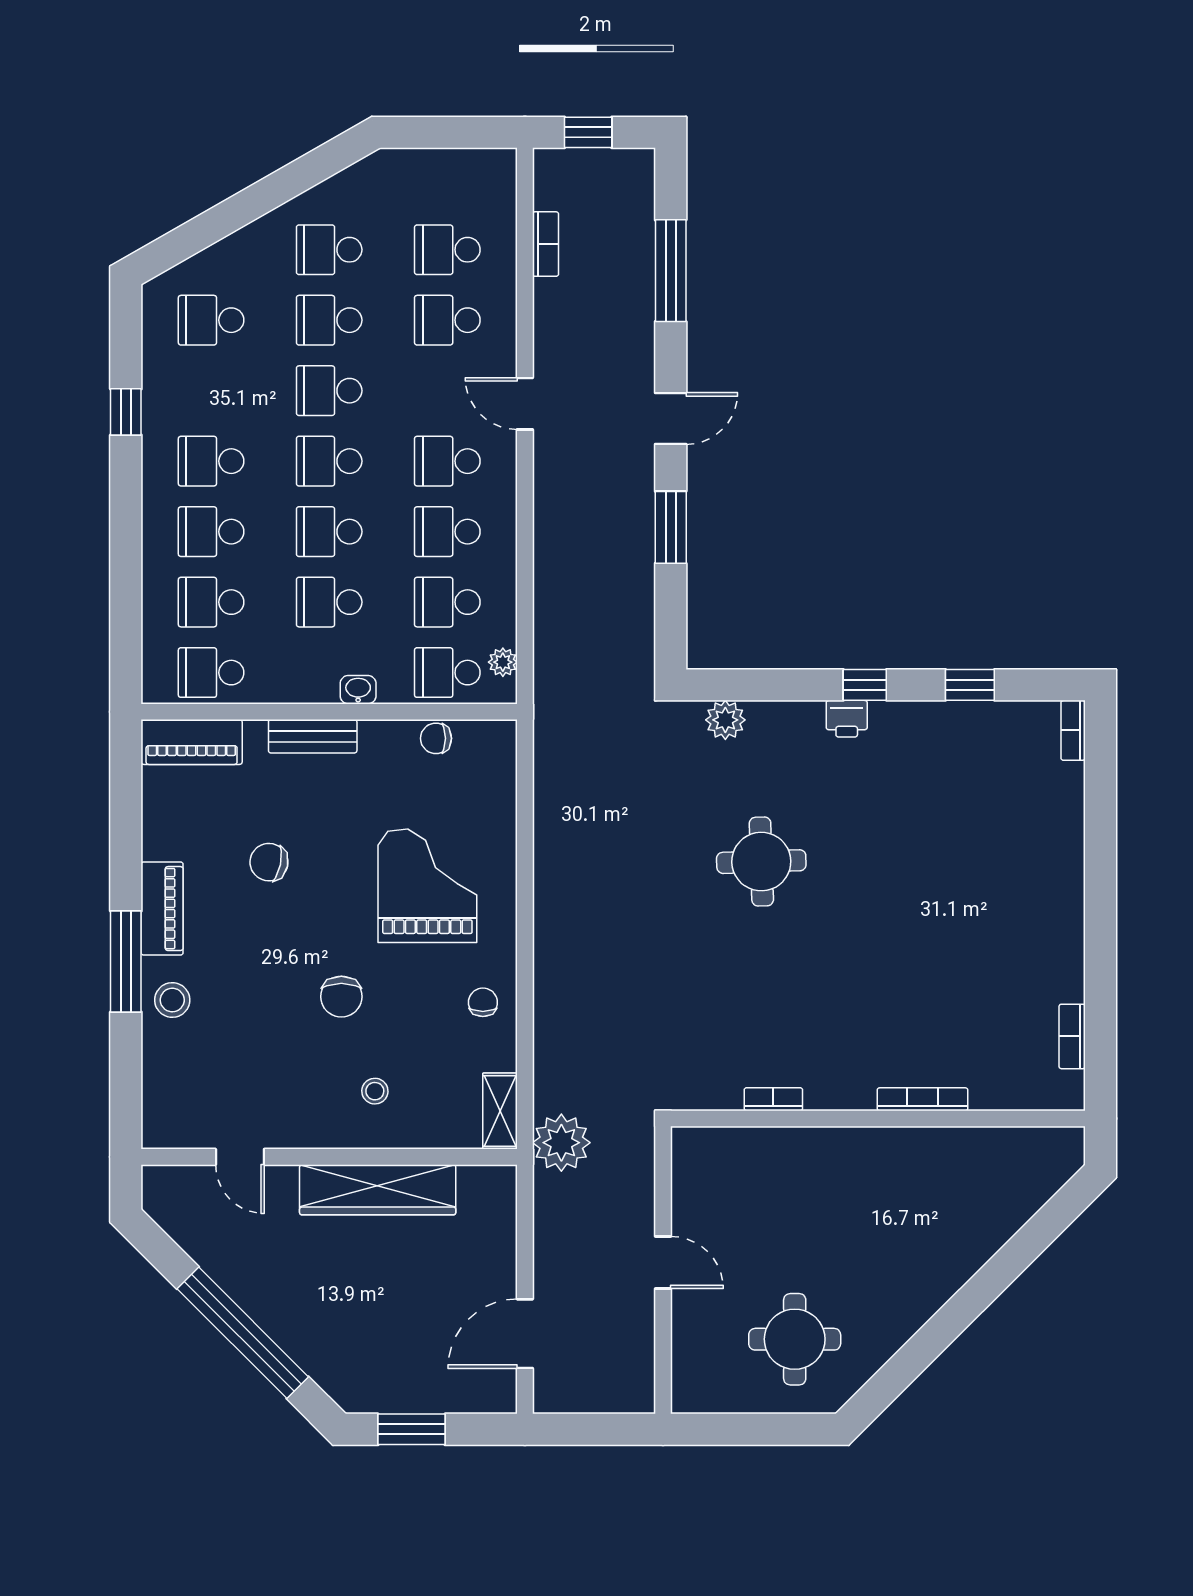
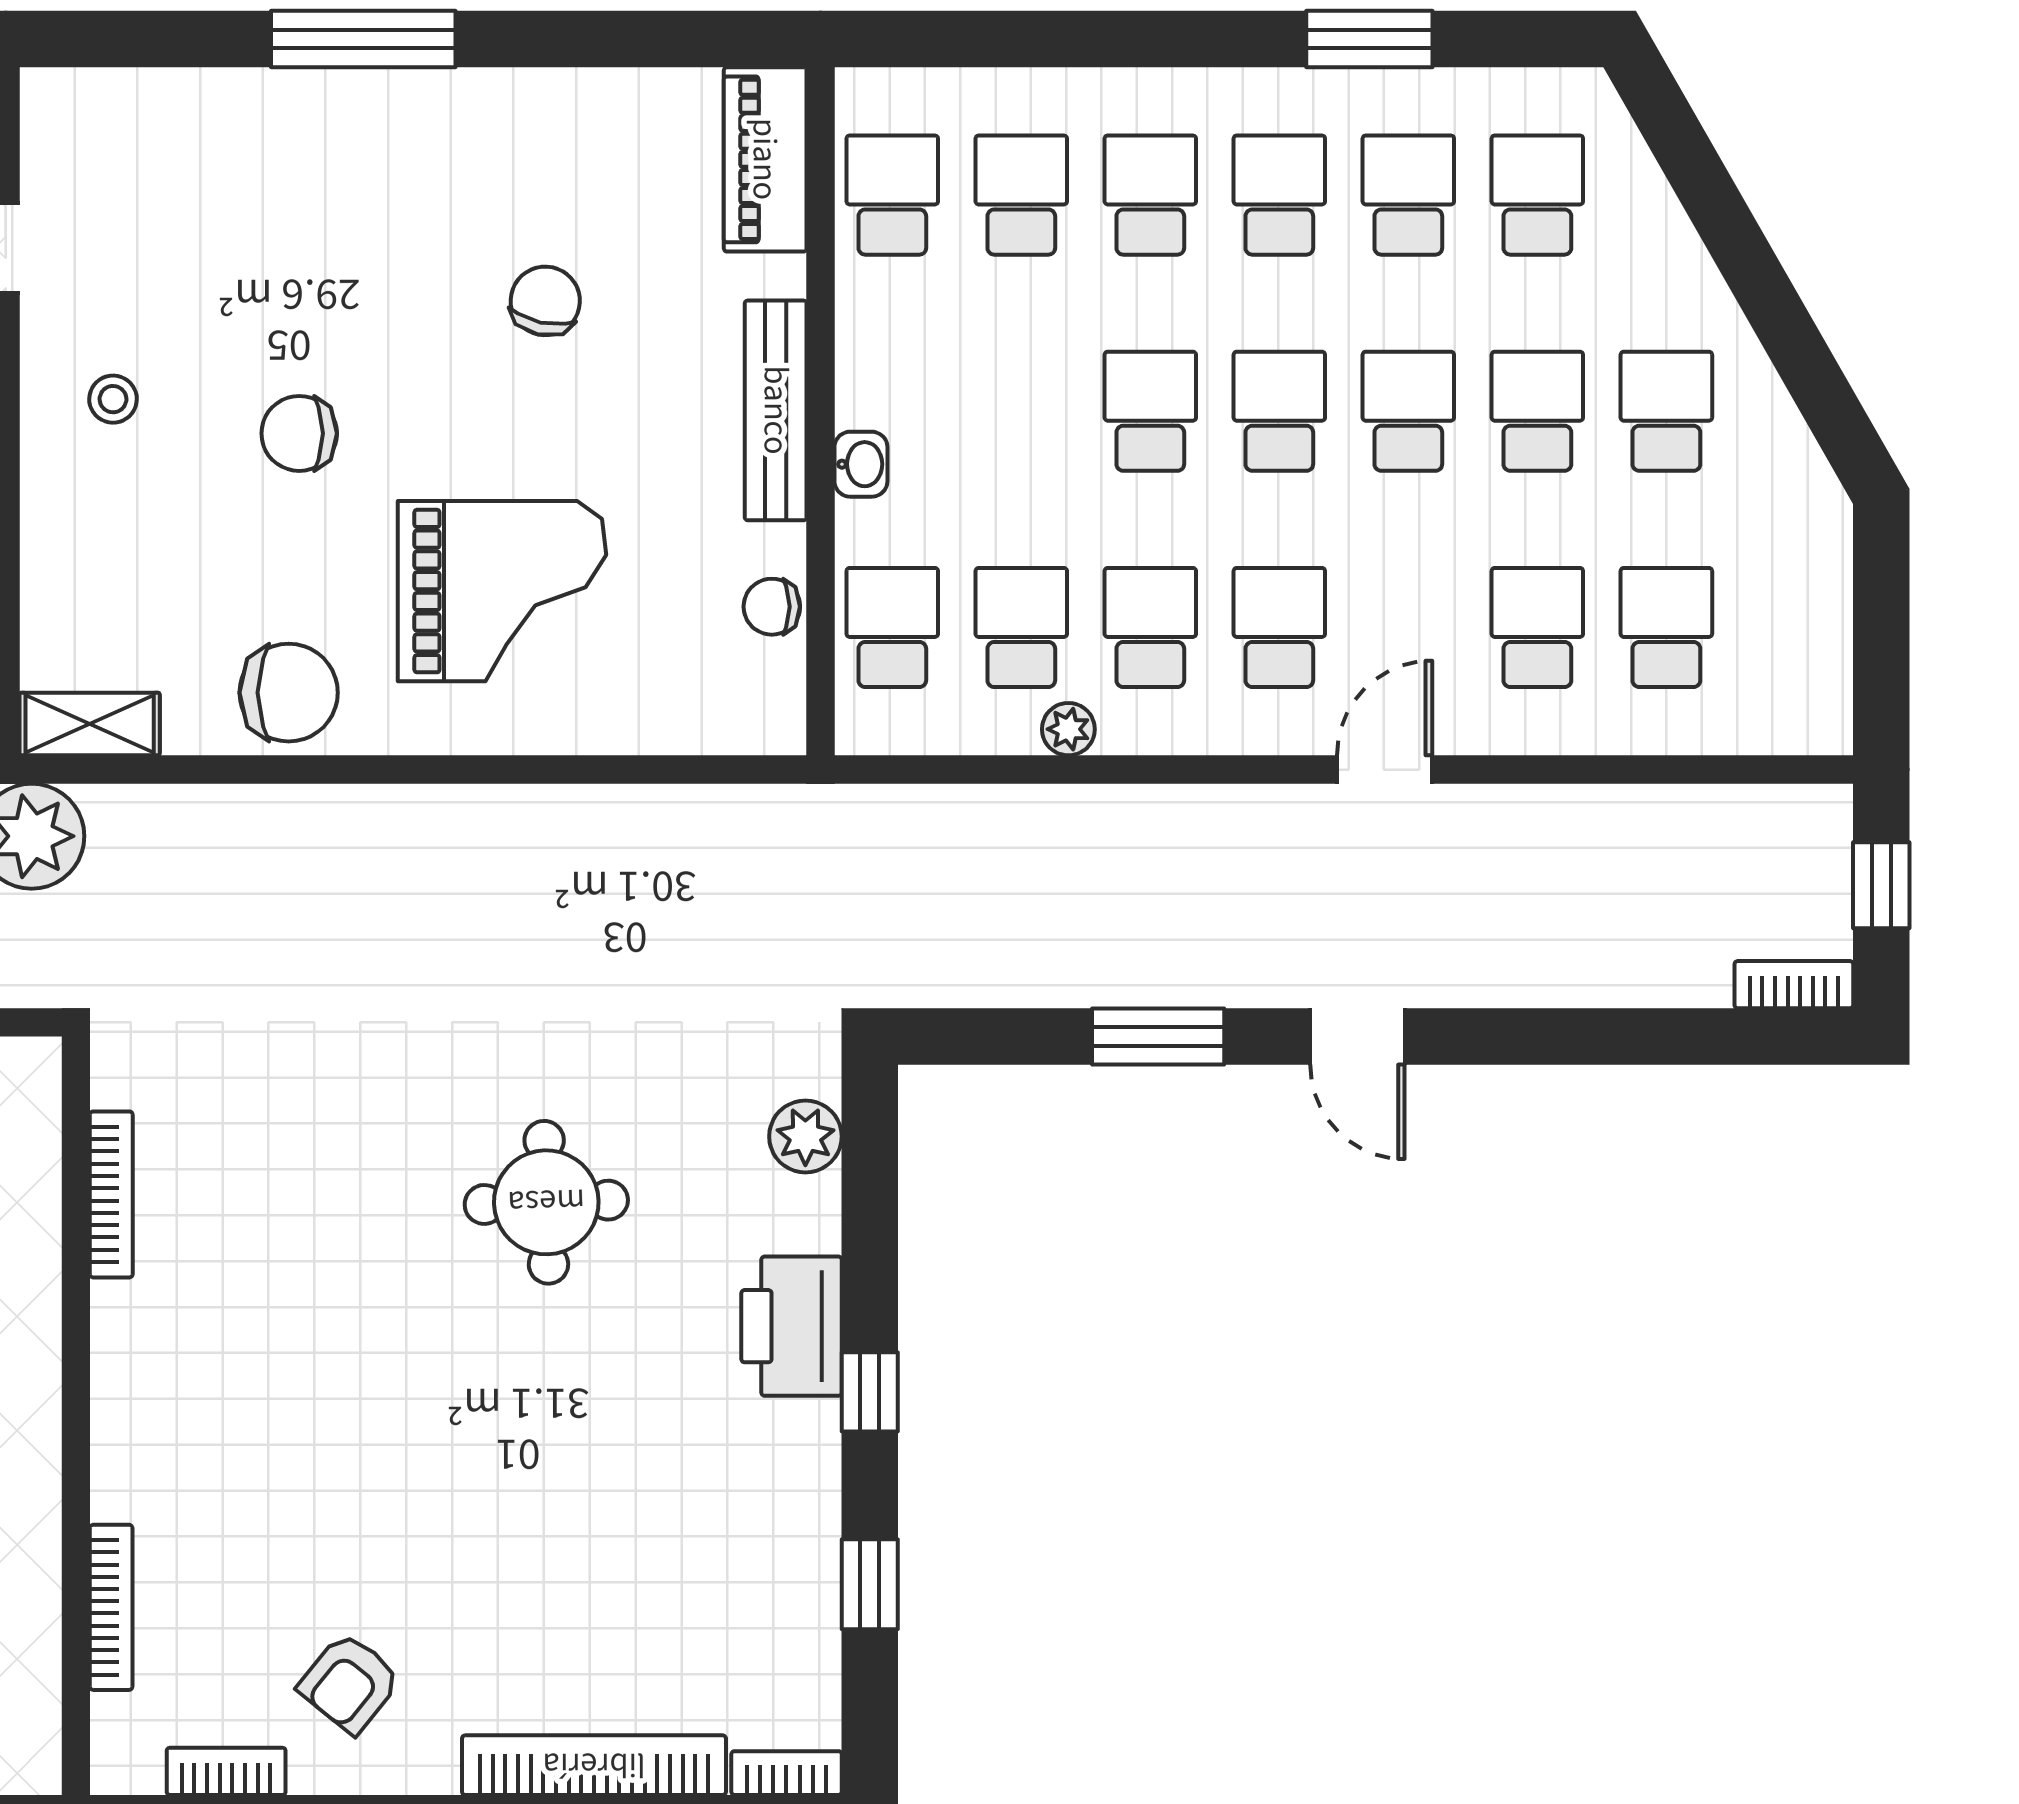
bookcase: (546, 244) -> (1794, 985), moved, turned 180
window: (671, 271) -> (1628, 1036), removed
window: (126, 412) -> (1369, 39), width x1.50
school desk: (329, 602) -> (1408, 195), moved
plant: (503, 662) -> (1068, 729), moved
printer: (847, 719) -> (791, 1326), width x1.87, depth x1.48
bench: (313, 736) -> (776, 410), width x1.36
chair: (436, 738) -> (772, 607), turned -90
bookcase: (1069, 836) -> (594, 1765), added
piano: (162, 909) -> (460, 105), removed
armchair: (1024, 969) -> (350, 1683), added
stool: (172, 1000) -> (293, 124), removed
chair: (483, 1002) -> (289, 693), width x1.87, depth x1.87
stool: (375, 1091) -> (113, 399), moved
bookcase: (773, 1099) -> (111, 1194), width x1.56
bookcase: (923, 1099) -> (111, 1607), moved

